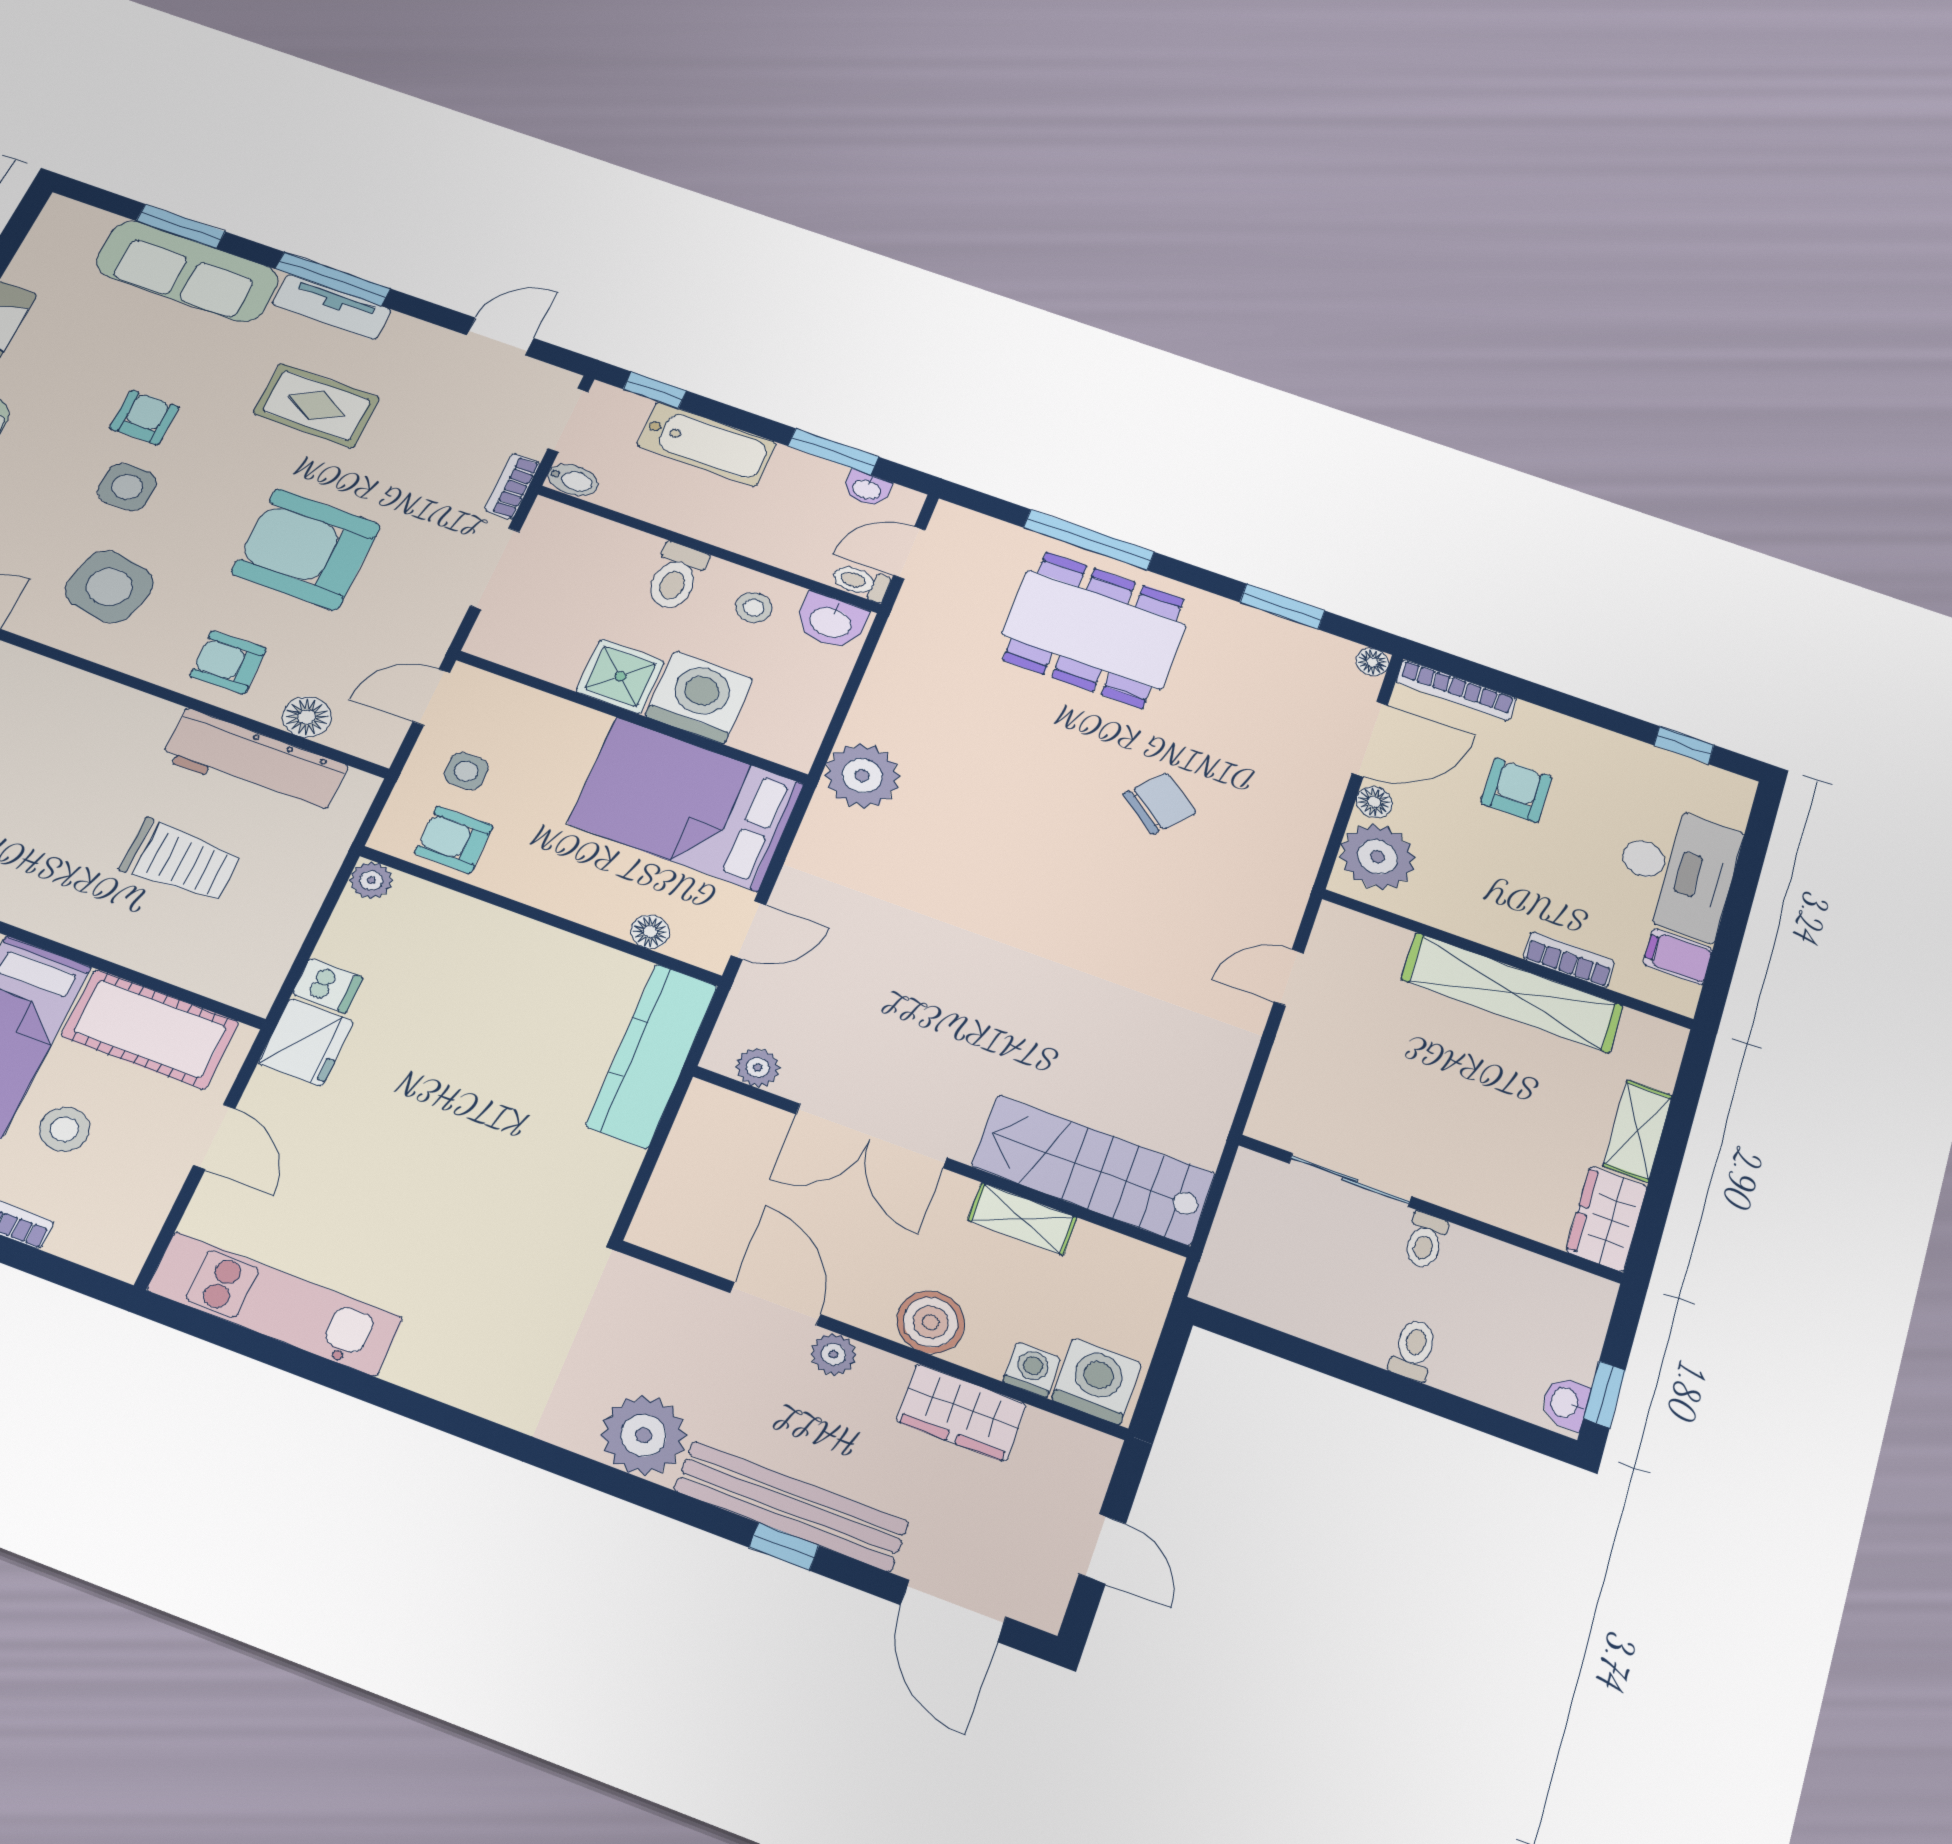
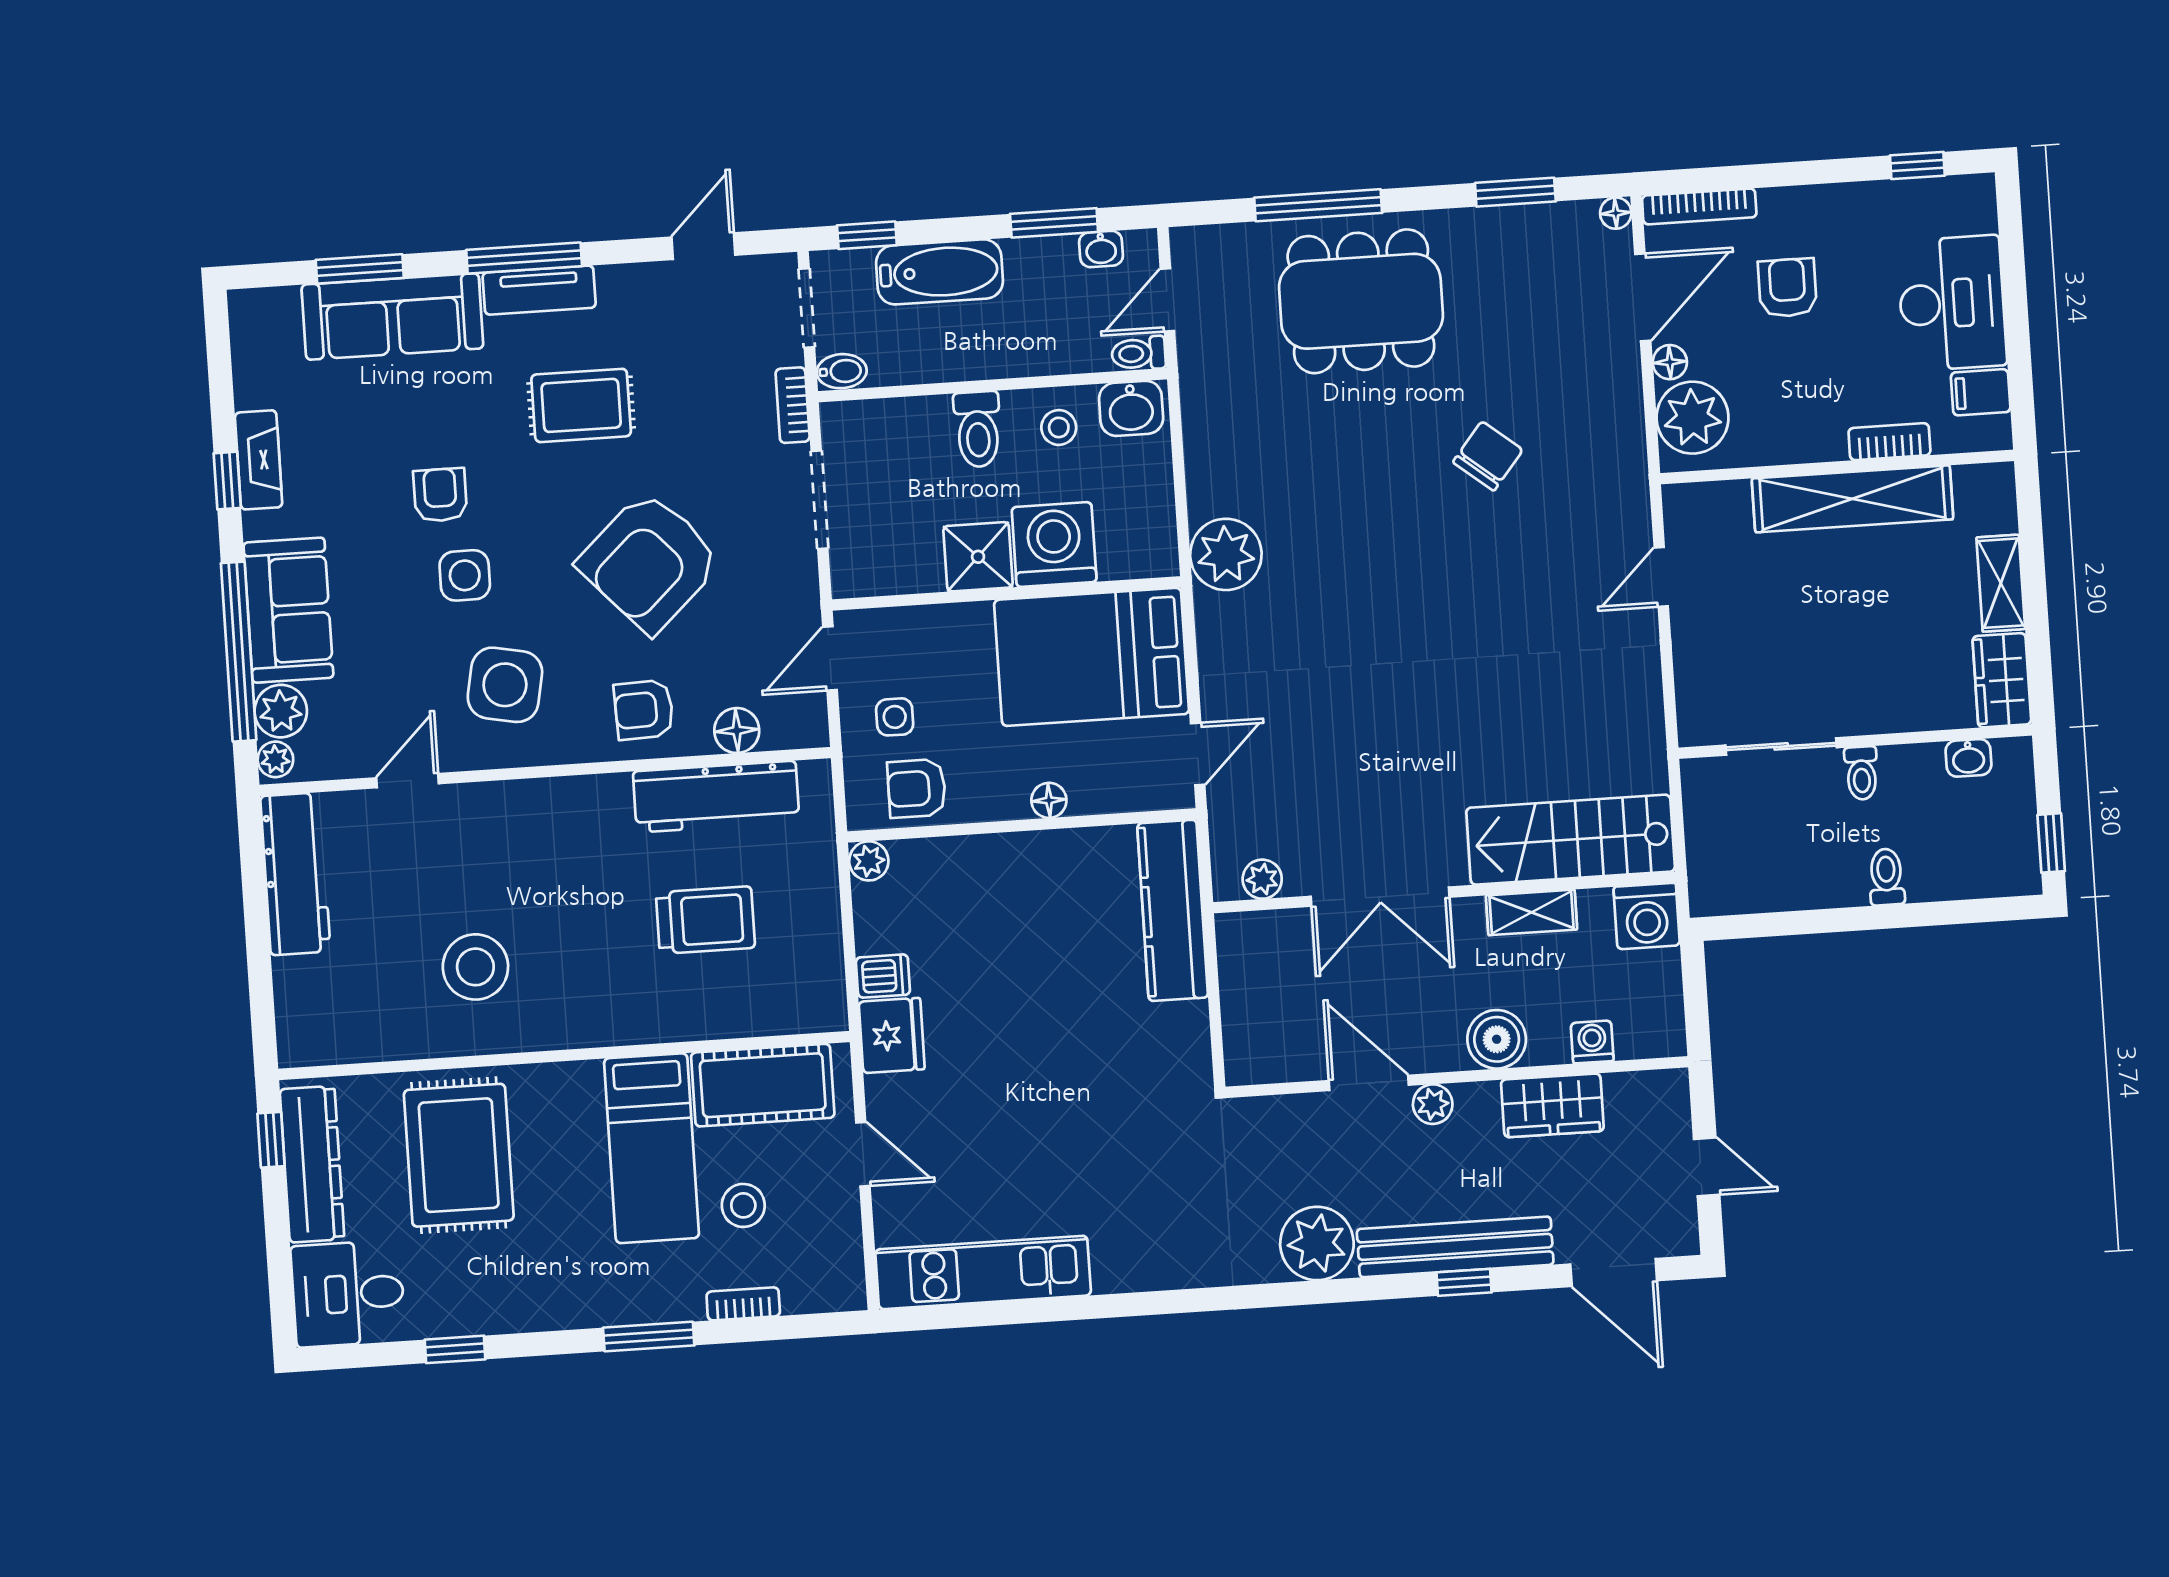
armchair: (306, 549) -> (650, 562), turned -43
floor lamp: (650, 932) -> (1049, 800), moved
washing machine: (1096, 1381) -> (1647, 916), moved, turned 180
washbasin: (1565, 1403) -> (1968, 758), moved, turned -90

